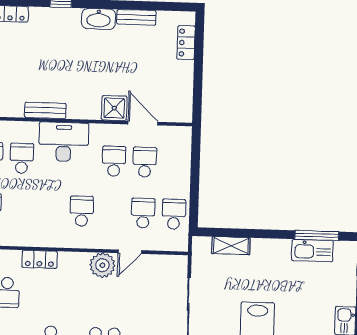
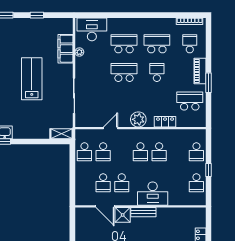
bench: (45, 110) -> (143, 212), moved
school desk: (22, 158) -> (159, 152), moved
shelving: (231, 246) -> (61, 134), moved
plant: (102, 265) -> (138, 119), moved

